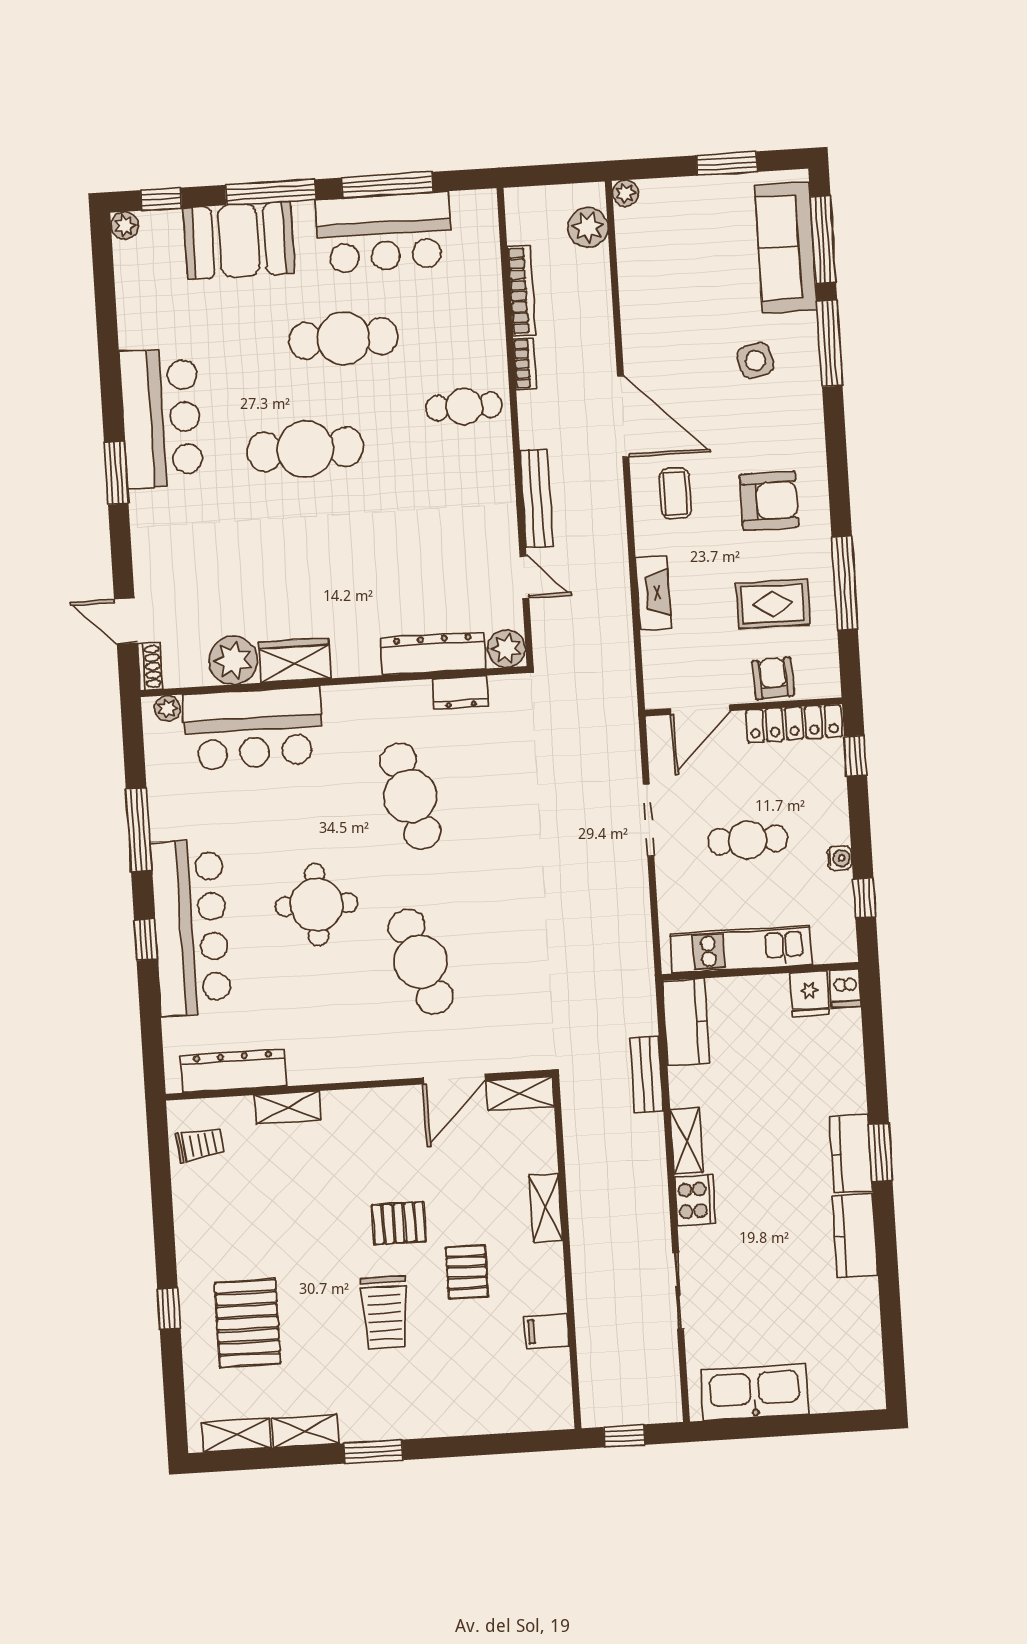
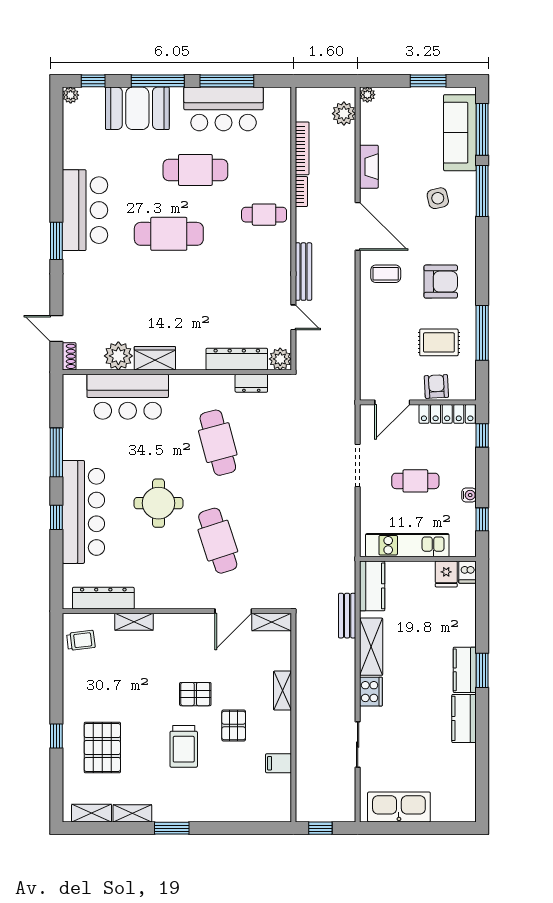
coffee table: (675, 493) -> (386, 274), turned 90
fireplace: (653, 593) -> (369, 167), moved
plant: (167, 708) -> (78, 382), removed
shelving: (687, 1141) -> (371, 647), width x1.50, depth x1.33

